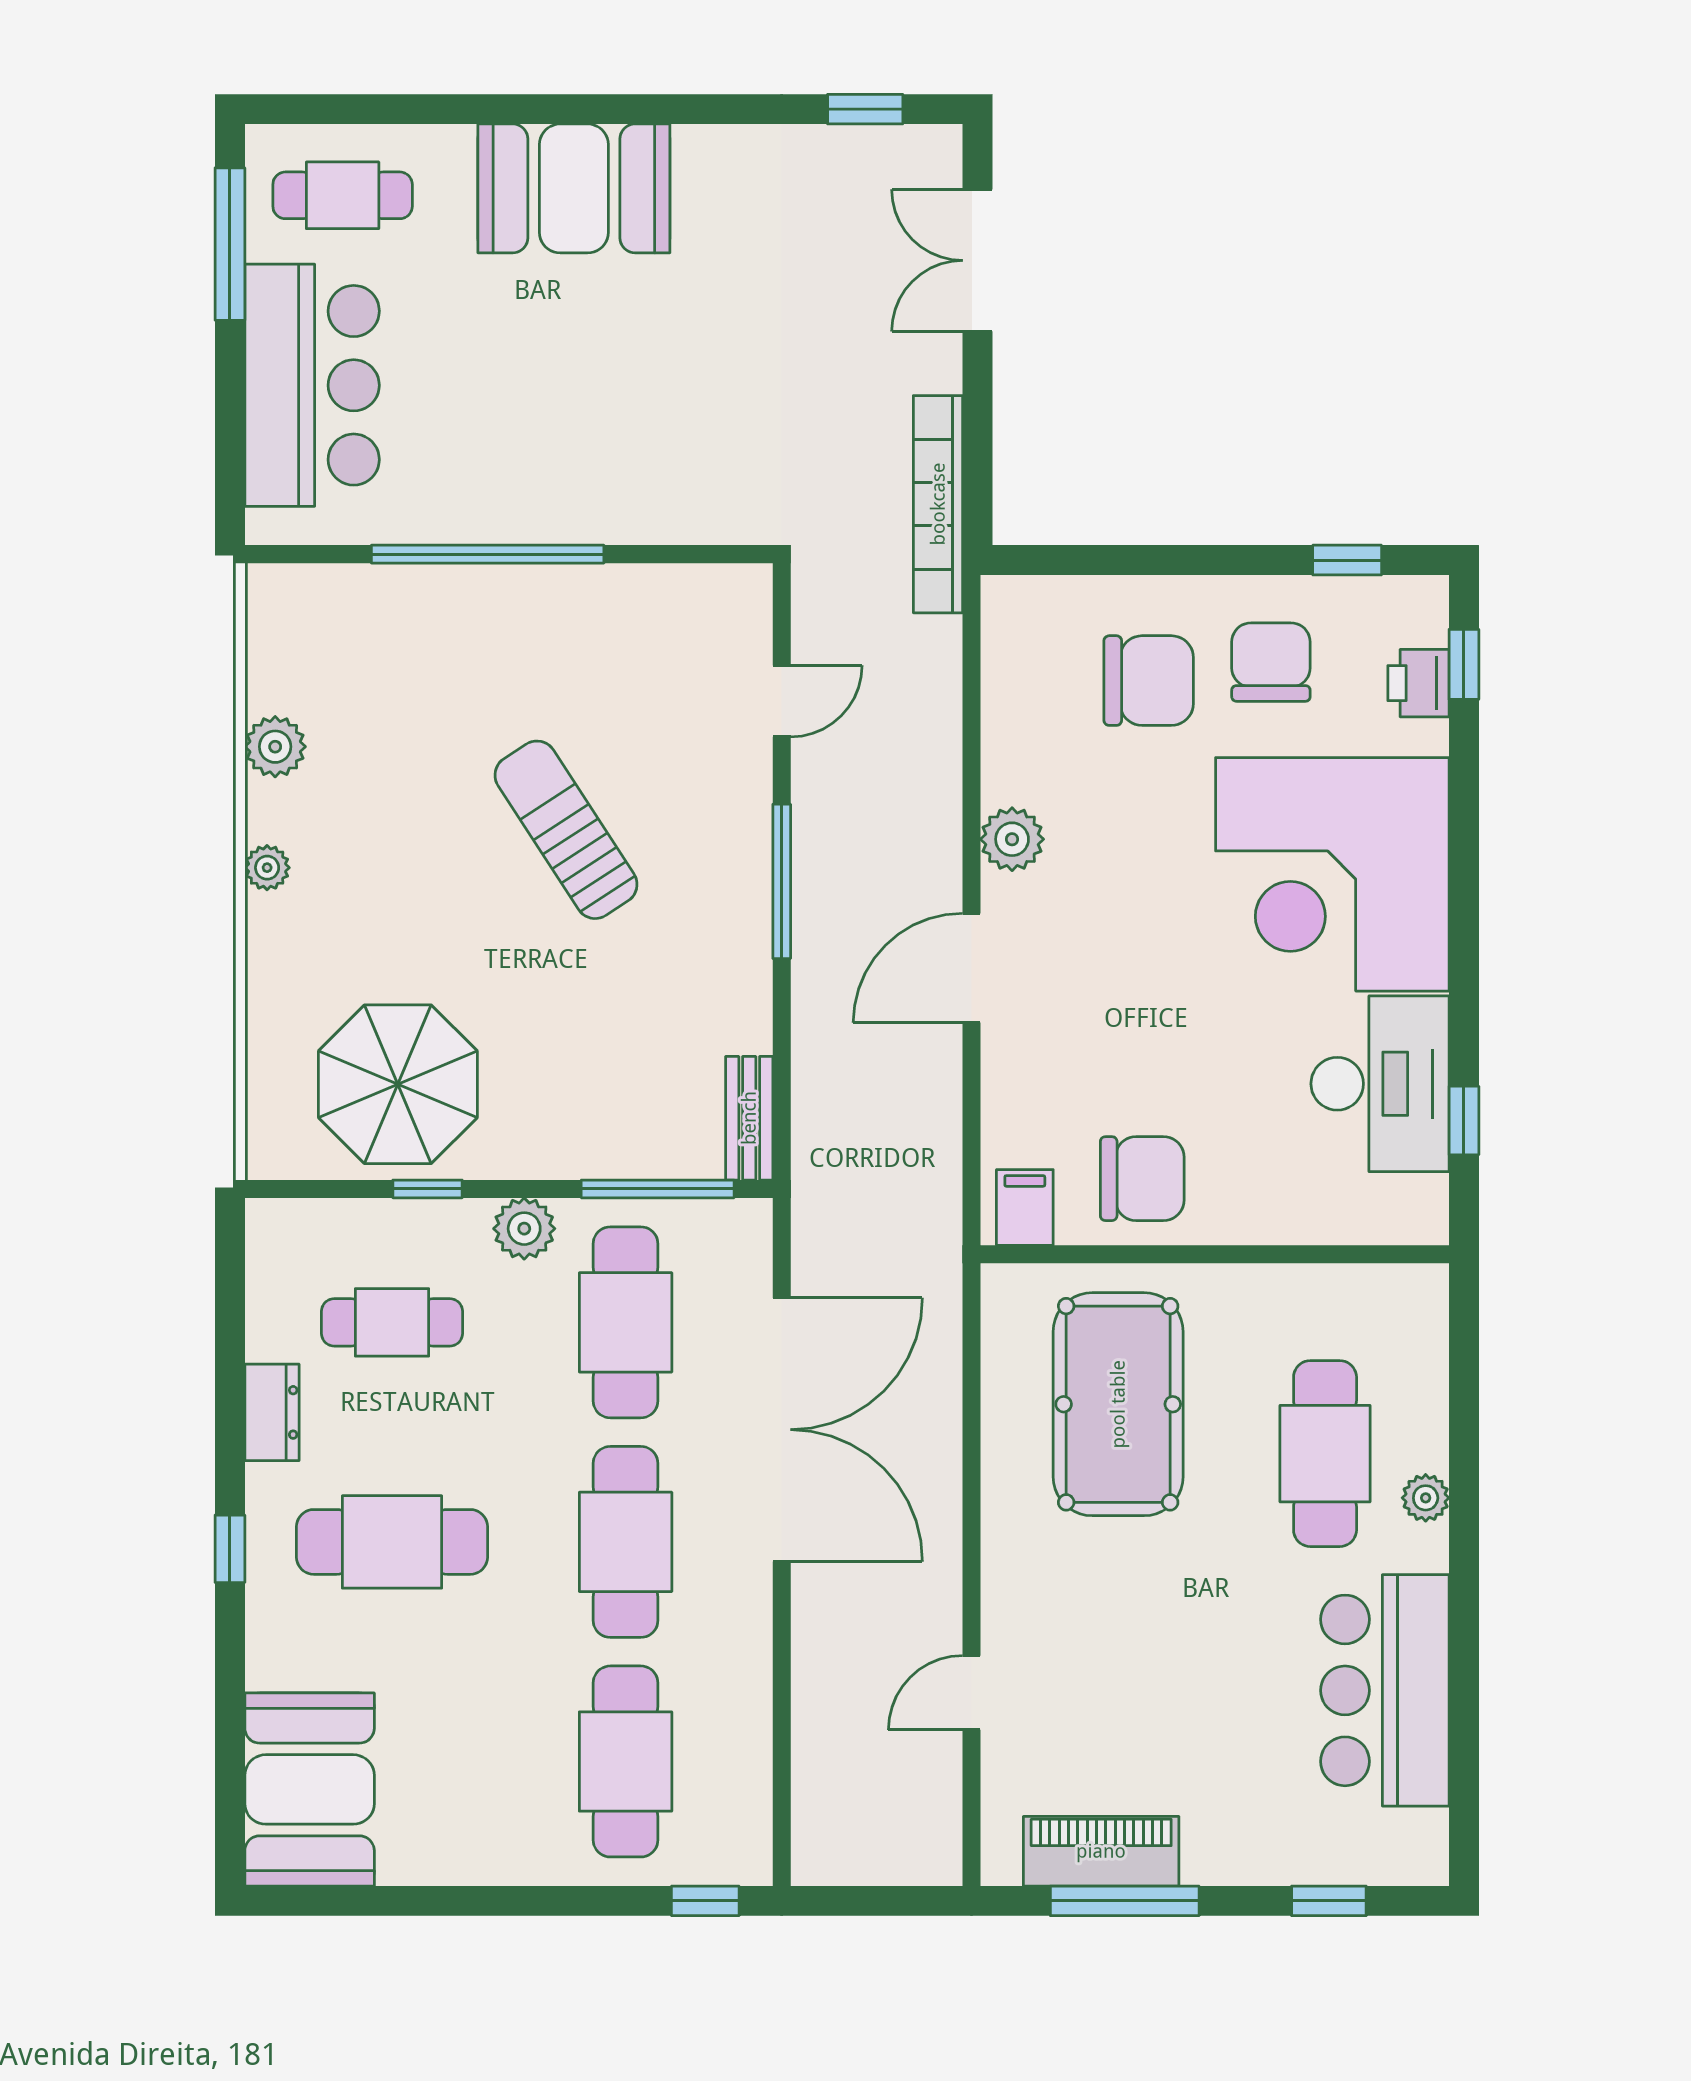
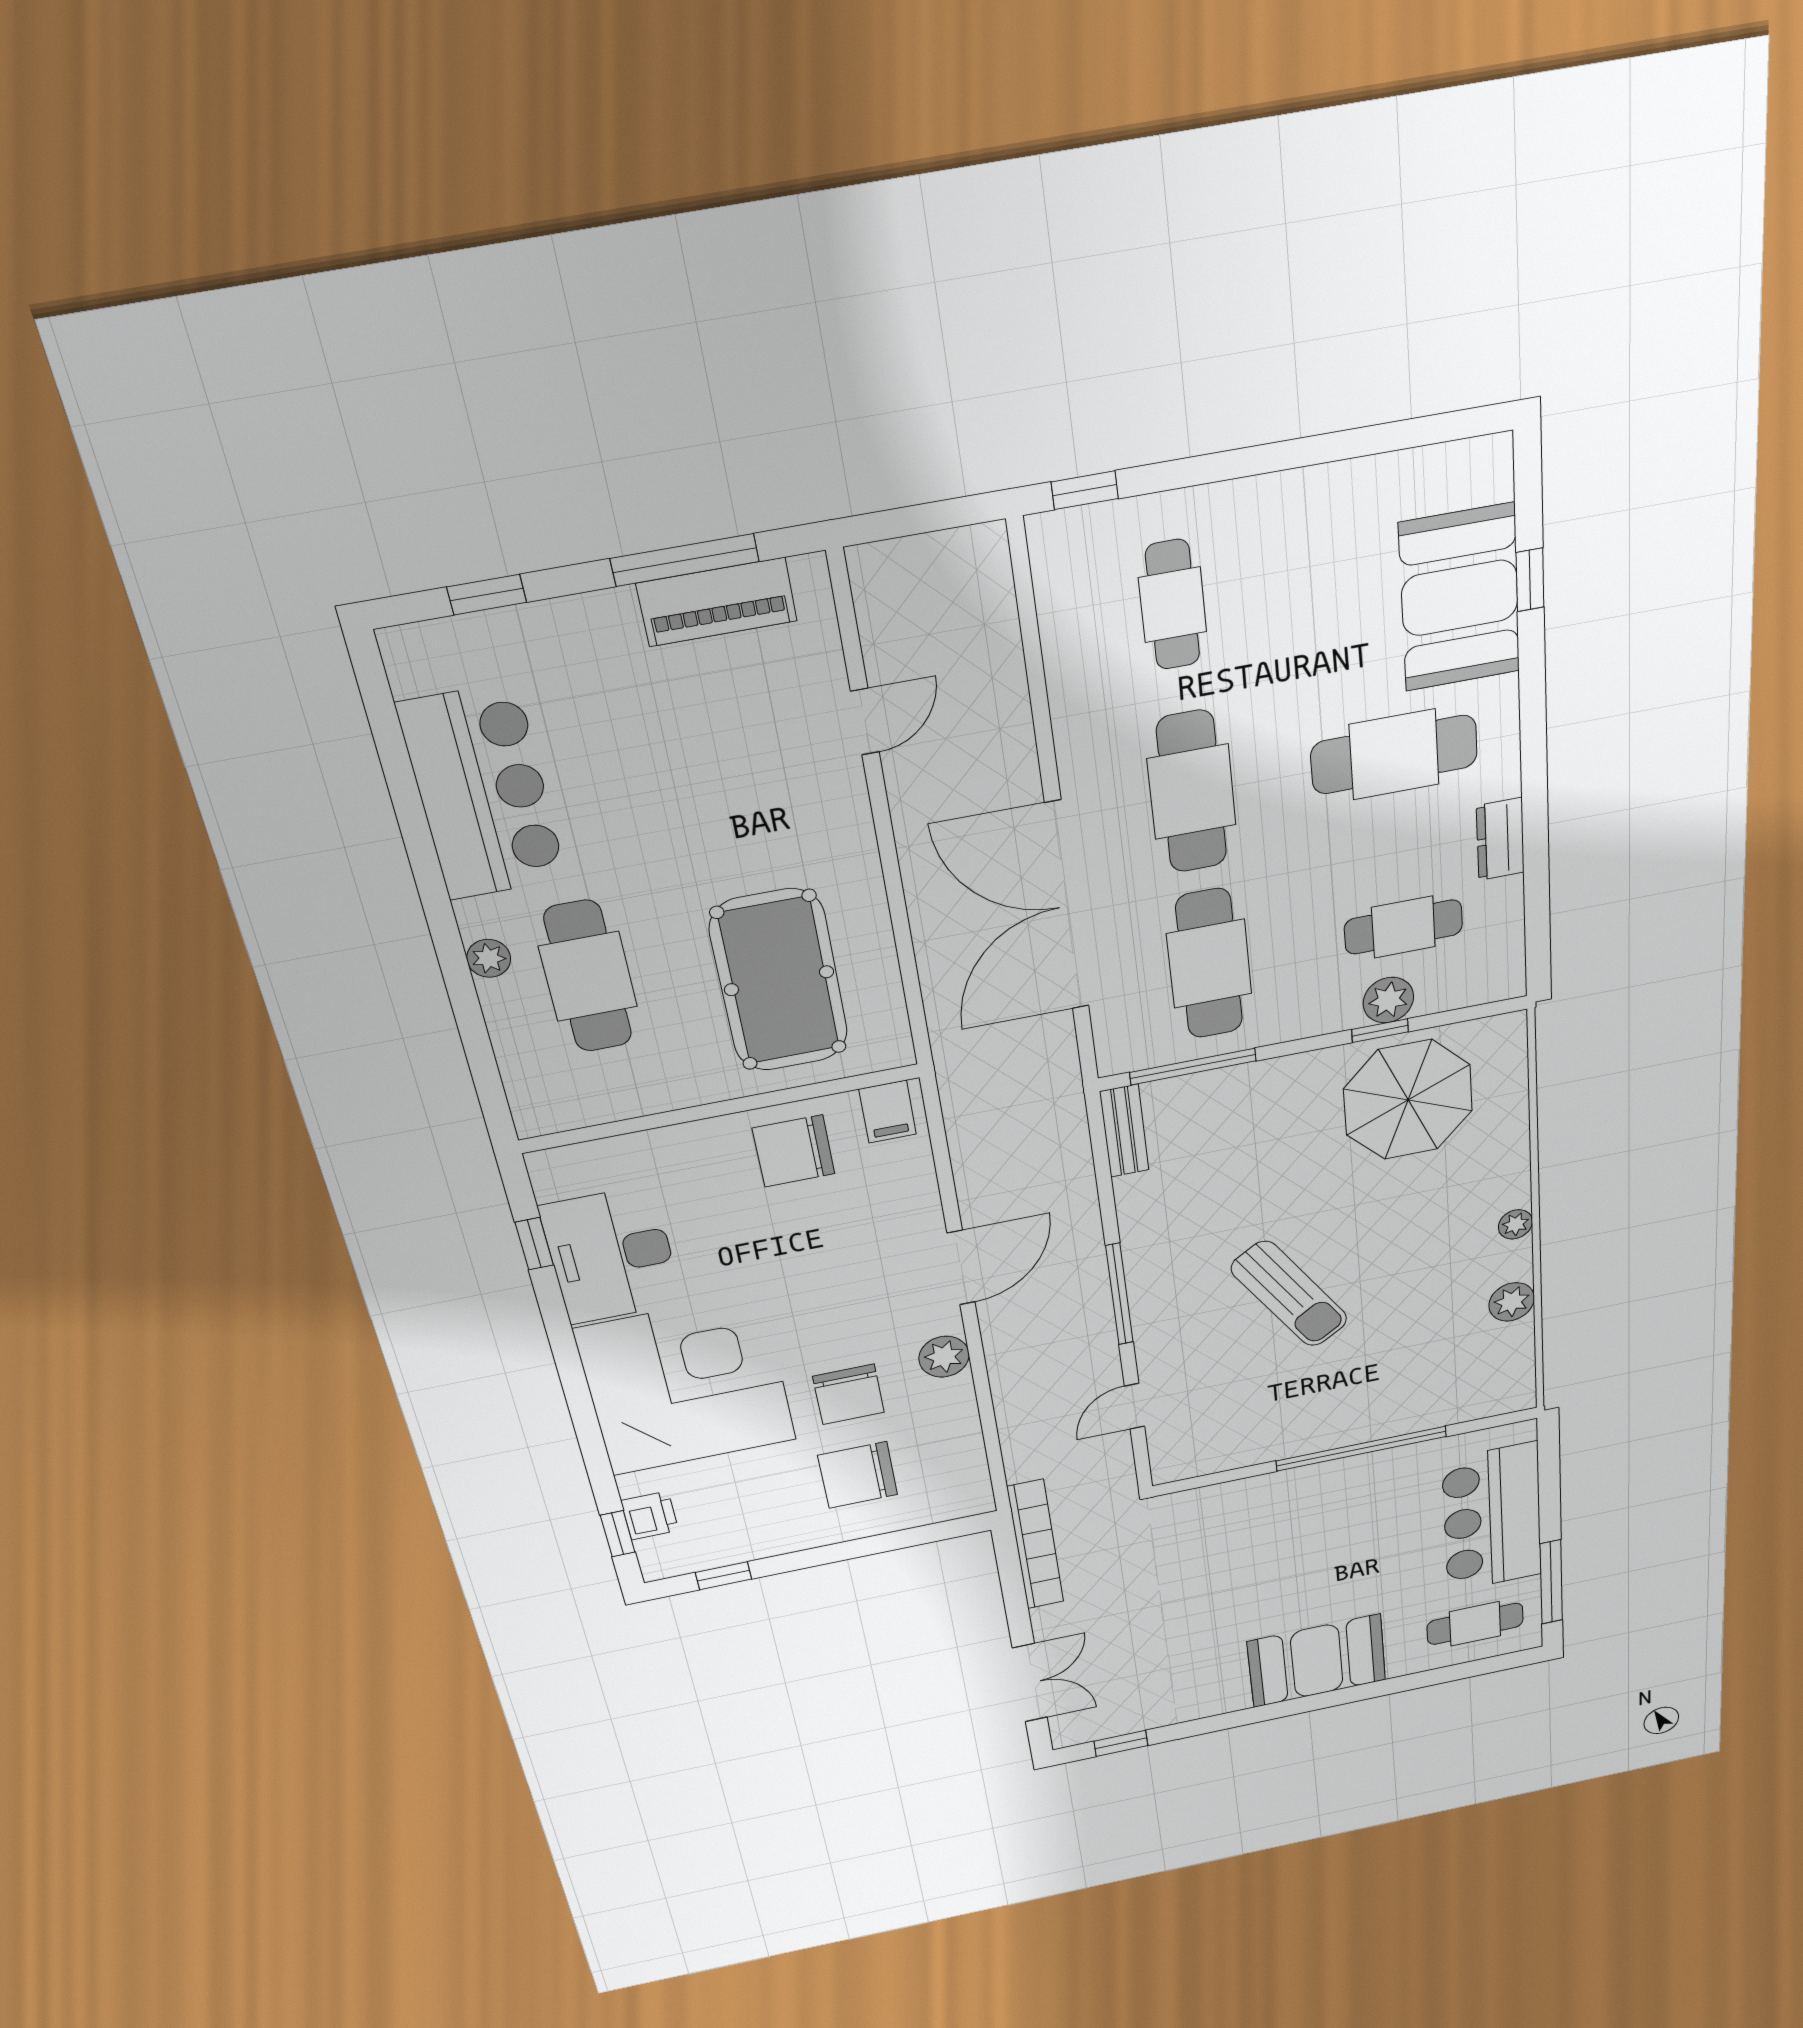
chair: (1271, 662) -> (848, 1394), moved
plant: (524, 1229) -> (1388, 1000), moved
window: (230, 1549) -> (1530, 580), moved
cafe table: (626, 1761) -> (1173, 605), width x0.73, depth x0.74
booth: (310, 1789) -> (1460, 598), moved

